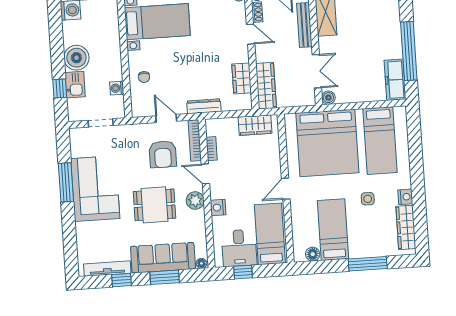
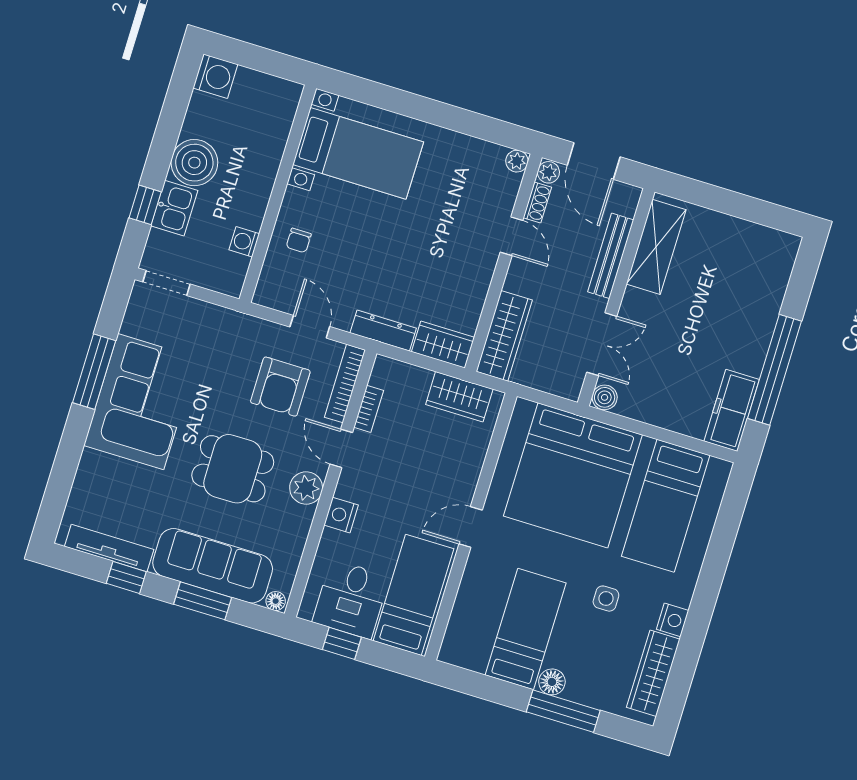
wardrobe: (242, 78) -> (443, 345), moved, turned 90
doorway: (101, 123) -> (167, 283), moved
floor lamp: (313, 254) -> (552, 682), moved

